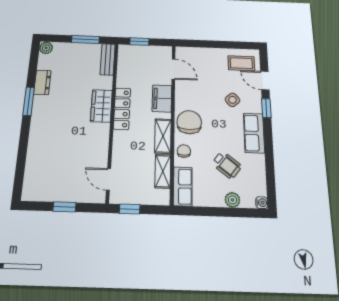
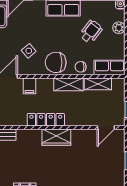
filing cabinet: (162, 99) -> (29, 86), width x0.50
side table: (232, 100) -> (29, 51), moved
wardrobe: (101, 106) -> (56, 137), moved

